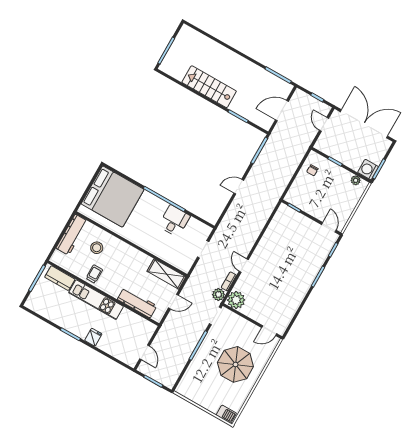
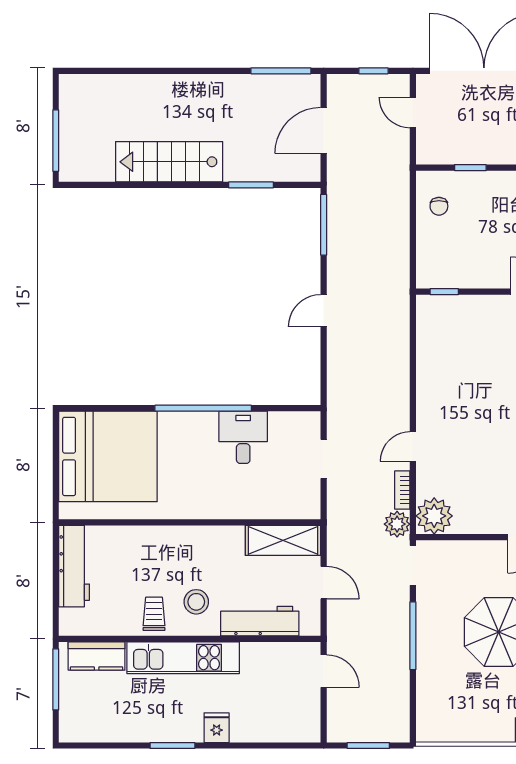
stool: (97, 248) -> (196, 602), moved
door: (244, 266) -> (413, 446), hinge flipped
door: (173, 302) -> (324, 583), hinge flipped
door: (145, 352) -> (324, 671), moved

